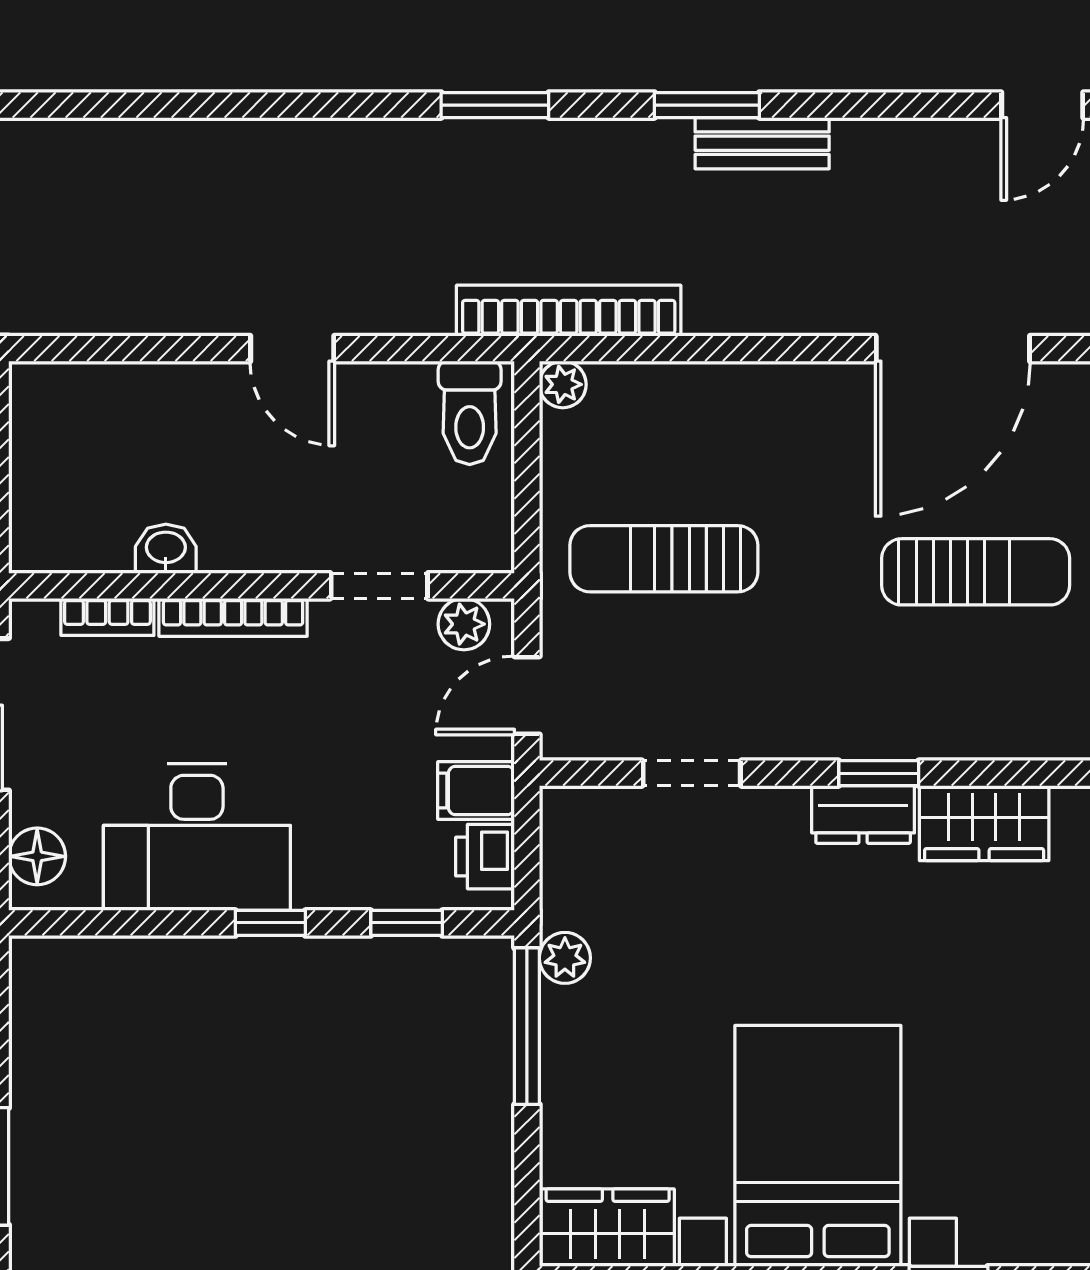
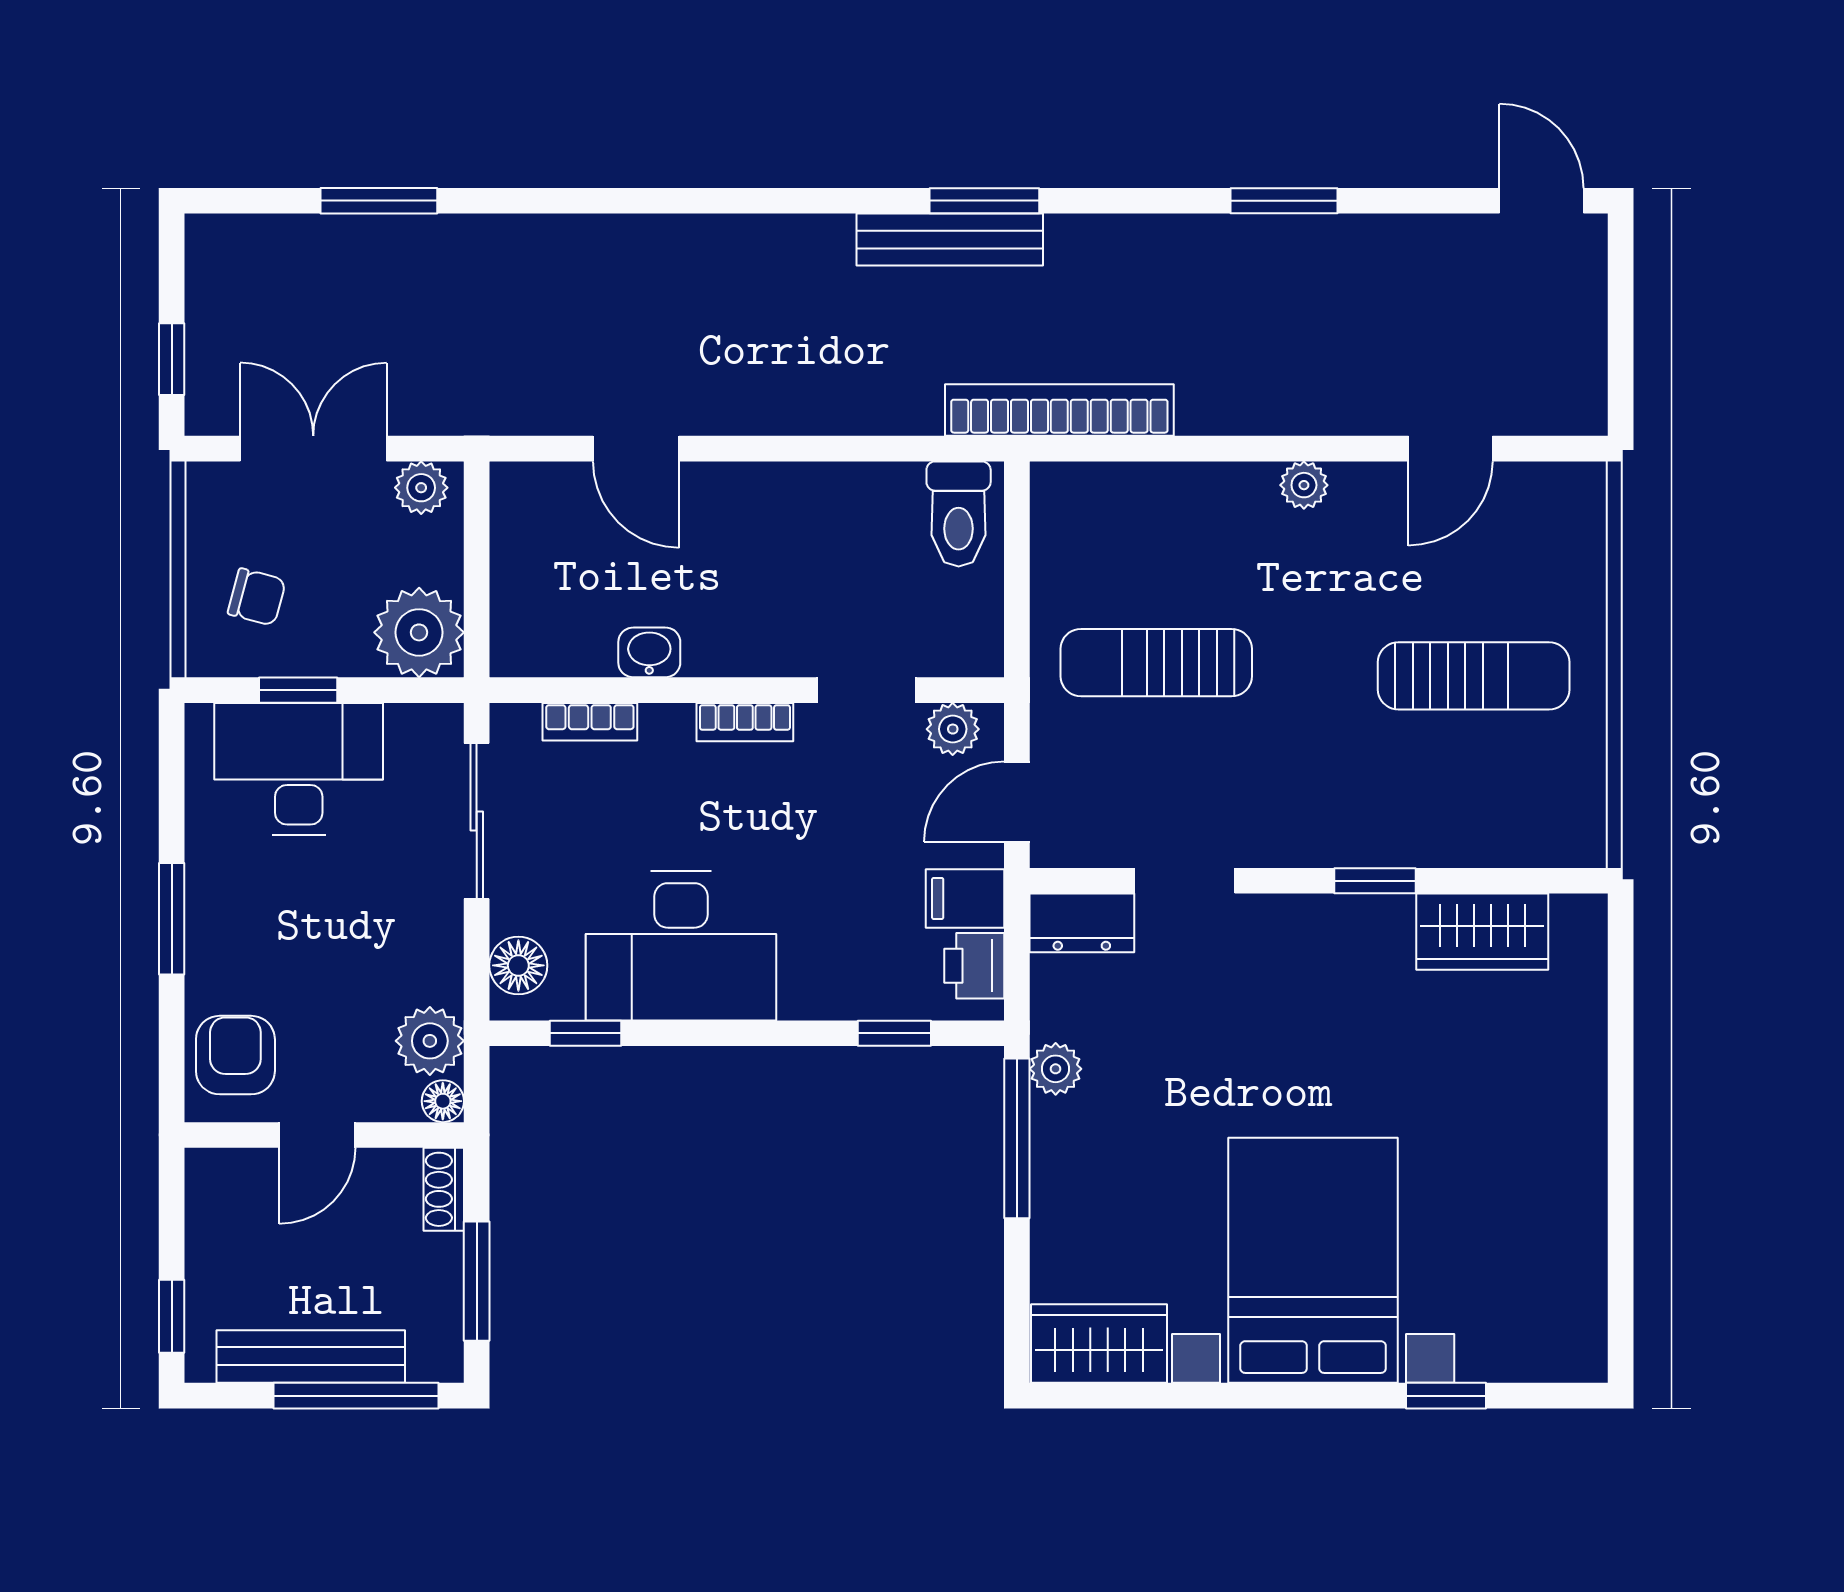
window: (707, 105) -> (1284, 201), moved
door: (1042, 105) -> (1541, 201), swing flipped
bench: (762, 143) -> (950, 240), moved, width x1.36
door: (292, 349) -> (636, 449), moved
door: (953, 349) -> (1450, 449), width x0.53
plant: (563, 384) -> (1304, 485), moved
bookcase: (233, 617) -> (745, 722), width x0.64
dresser: (863, 814) -> (1082, 923), moved
window: (270, 923) -> (586, 1033), moved

